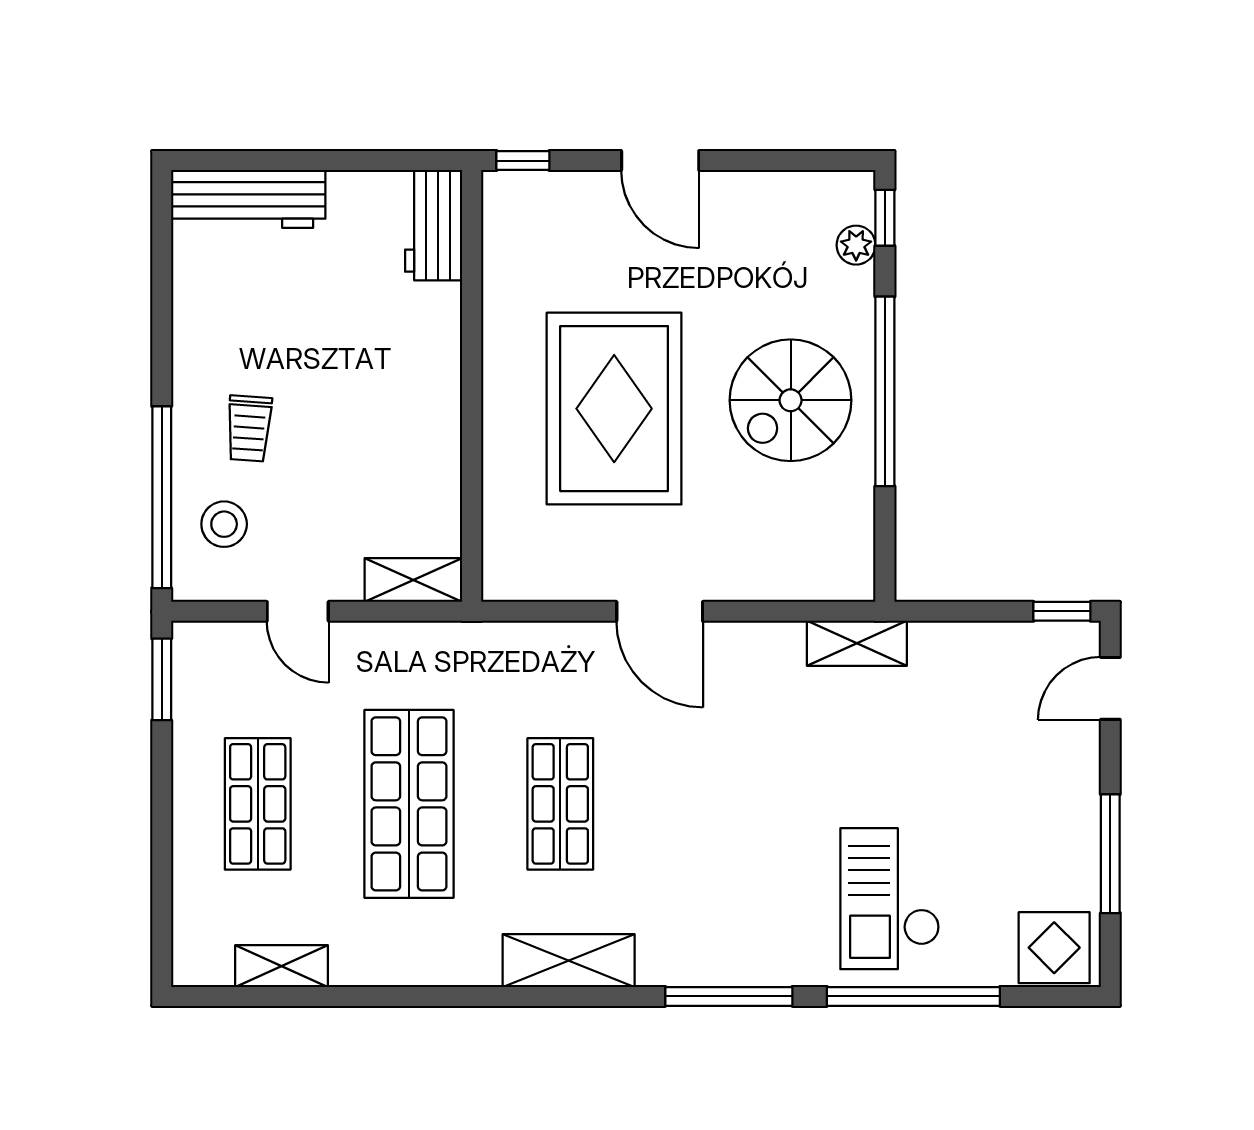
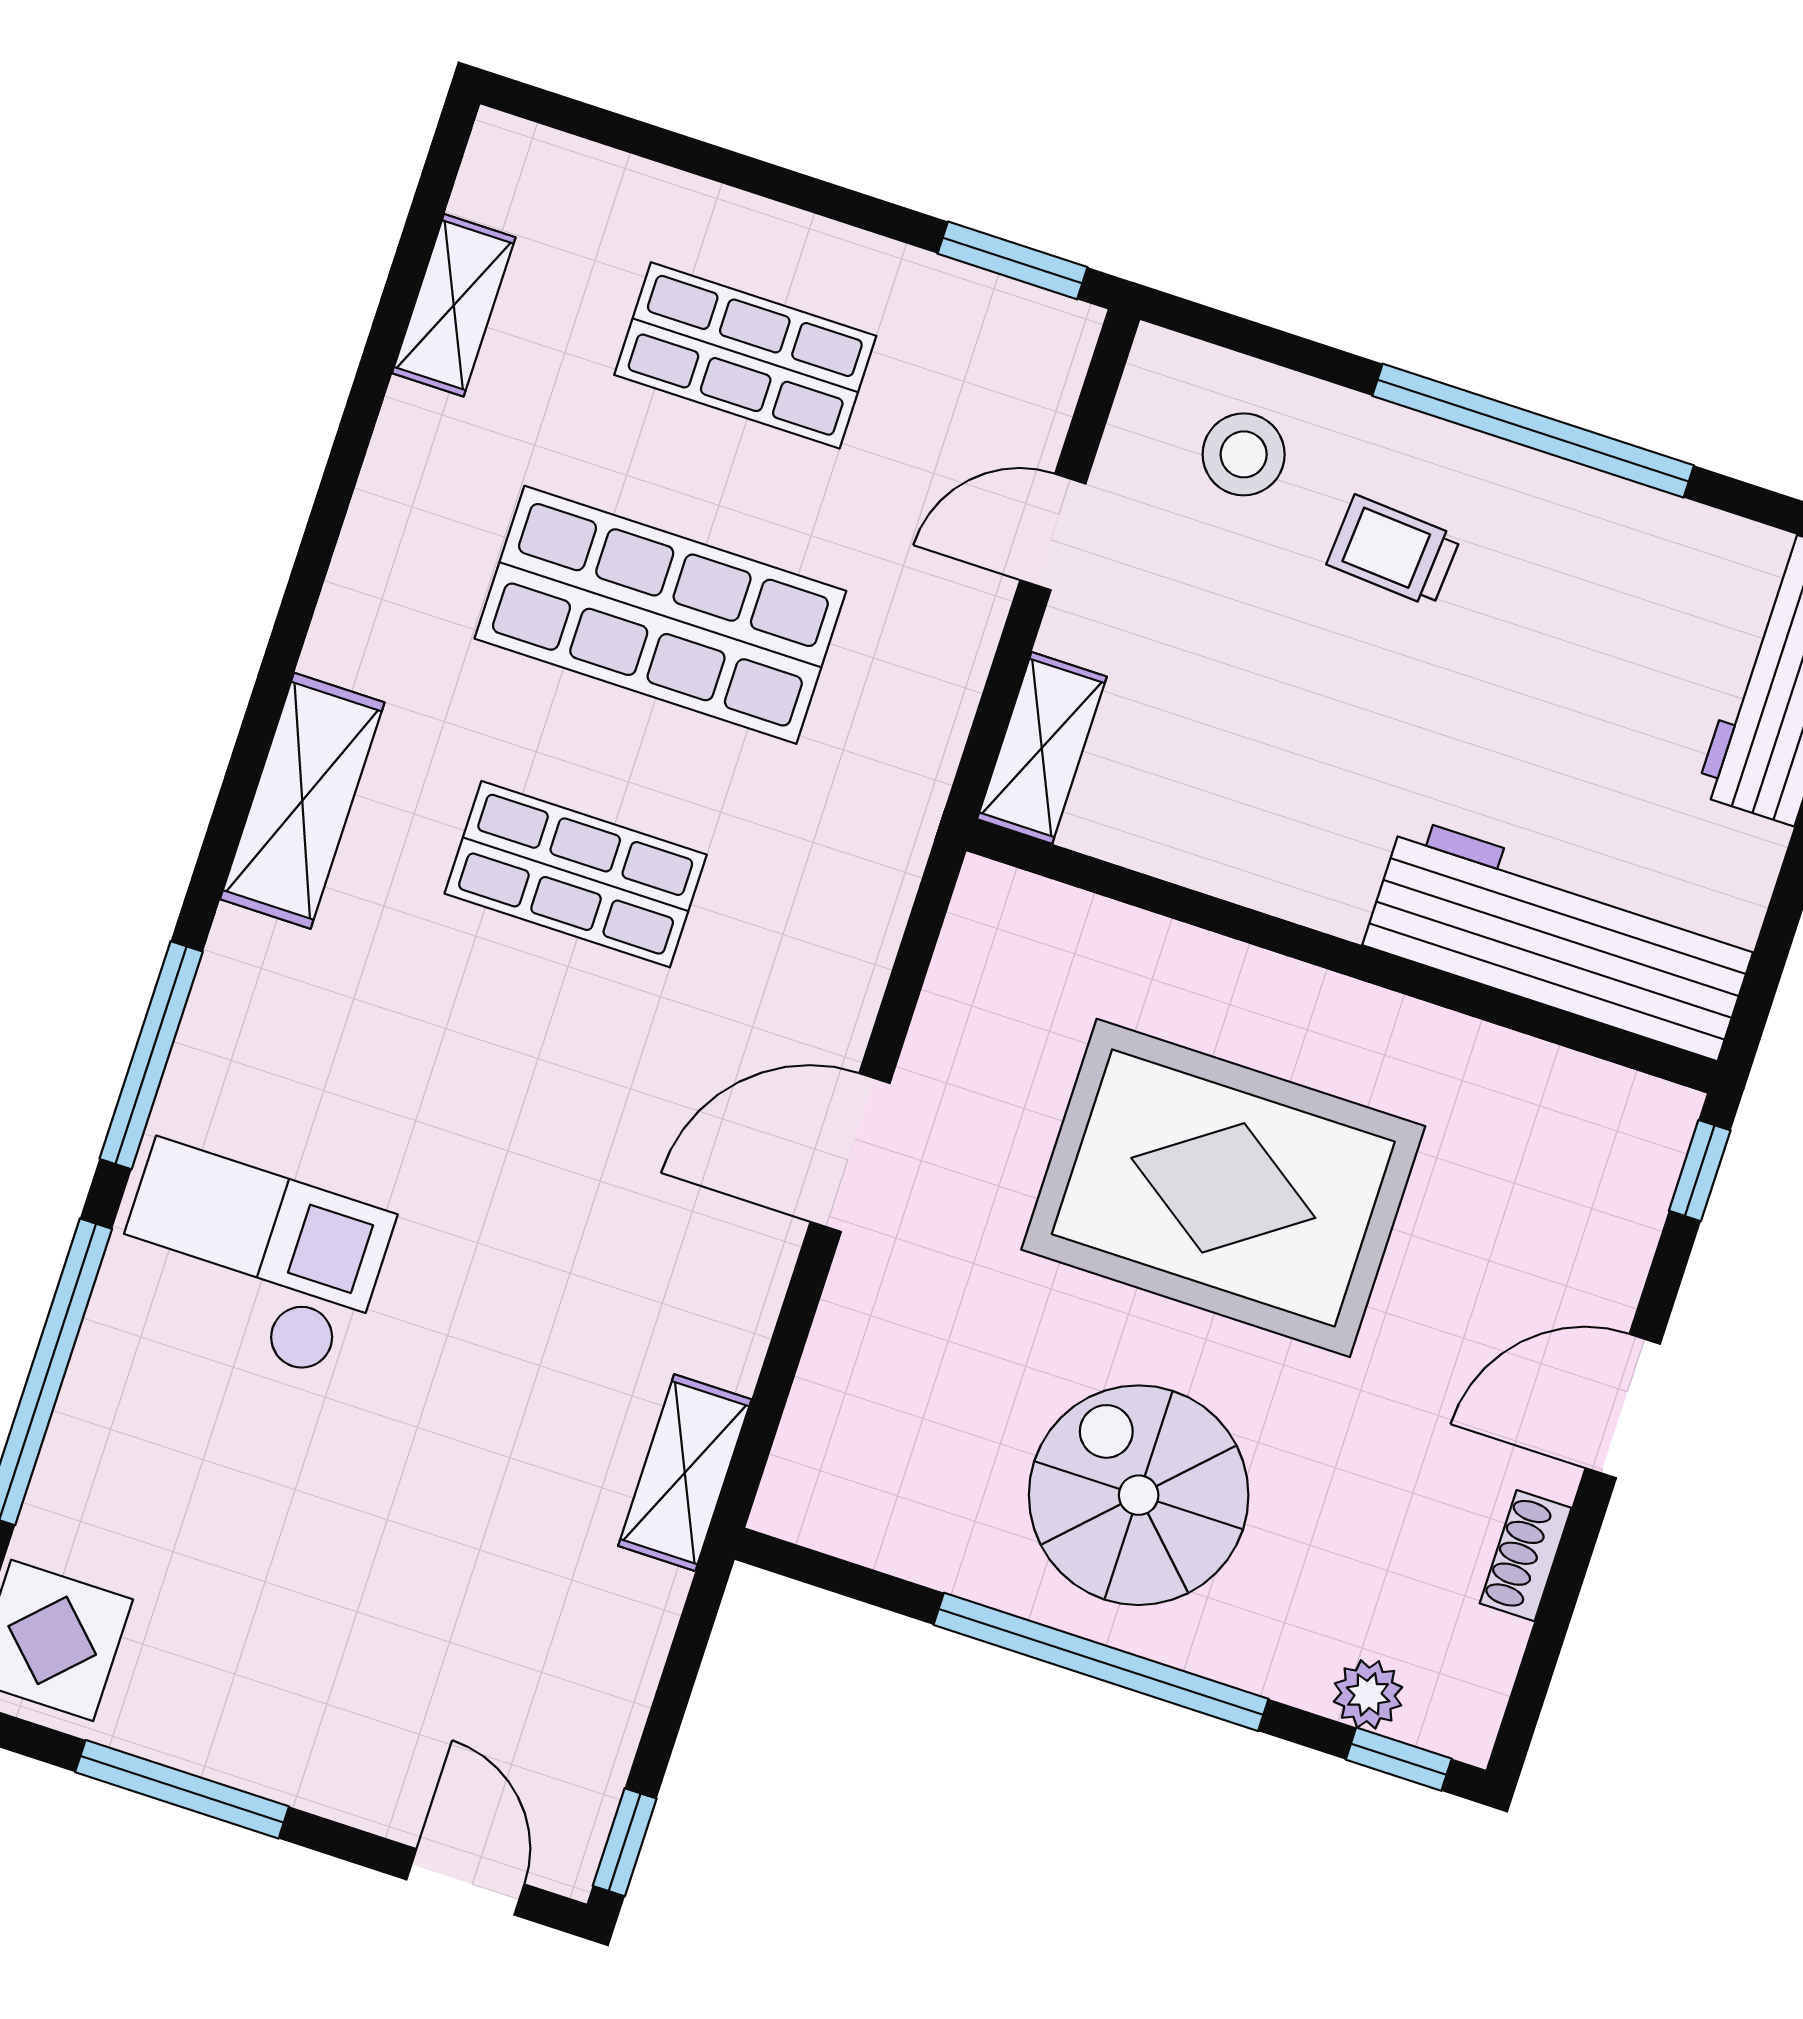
shoe rack: (756, 186) -> (1526, 1556), added
workbench: (434, 225) -> (1561, 938), width x1.88, depth x1.32
window: (162, 497) -> (1533, 431), moved
checkout: (890, 899) -> (249, 1260), moved

